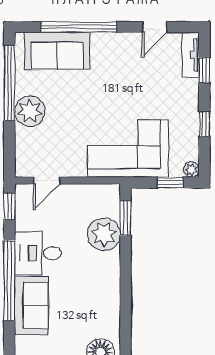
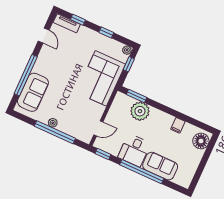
window: (9, 83) -> (55, 132), moved
plant: (30, 111) -> (53, 123), width x0.53, depth x0.53
door: (47, 181) -> (98, 128), hinge flipped
filing cabinet: (109, 304) -> (178, 125), added

